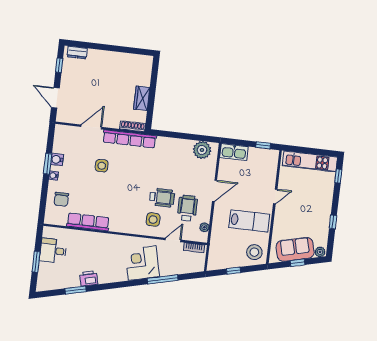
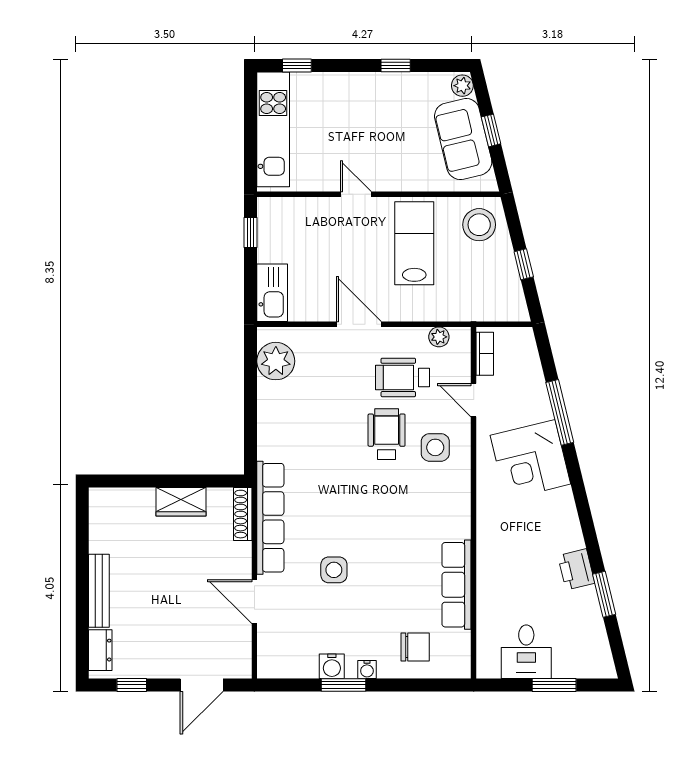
bench: (105, 55) -> (99, 591), added

